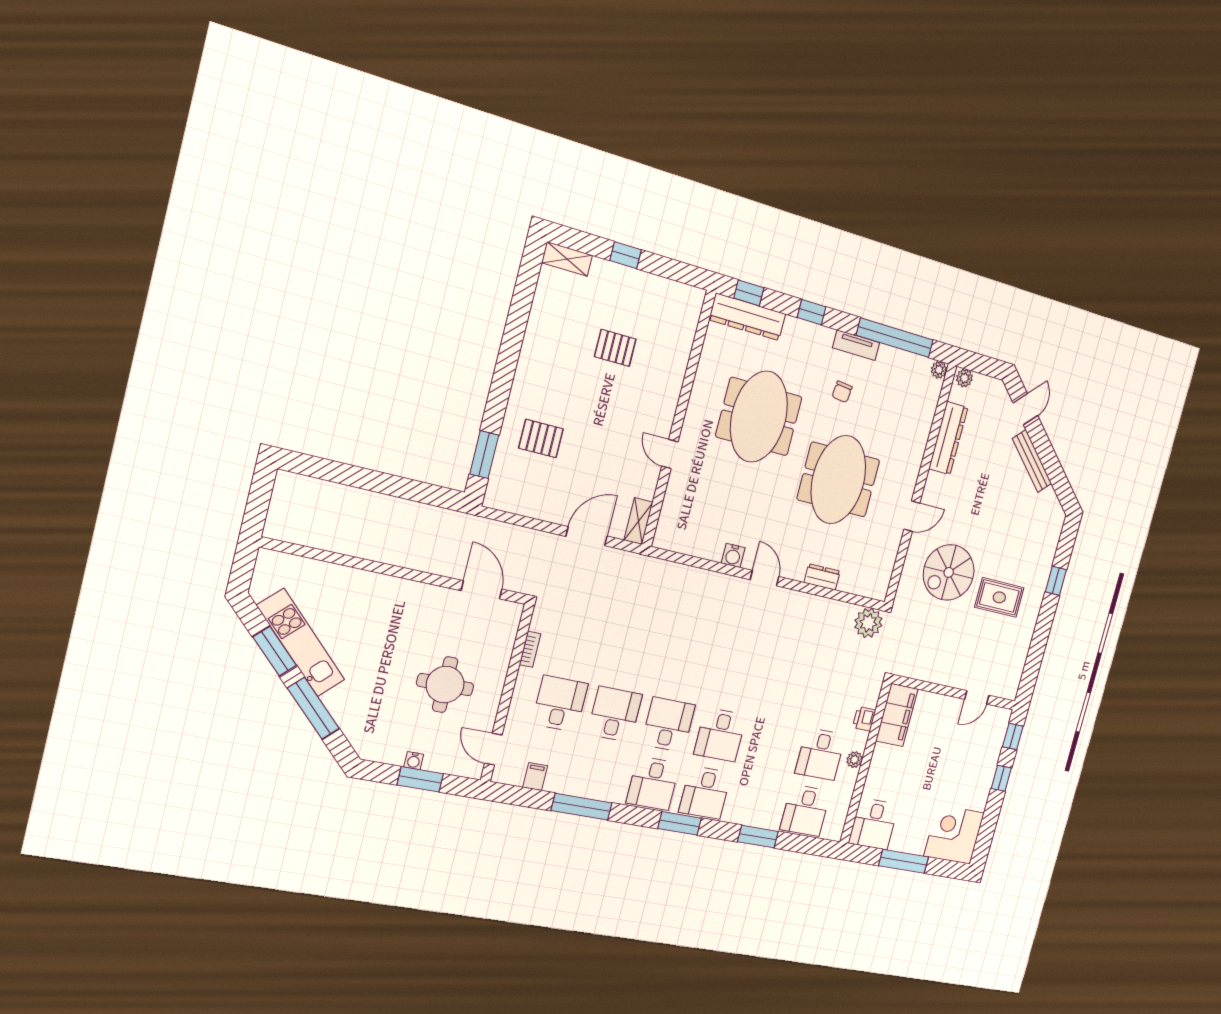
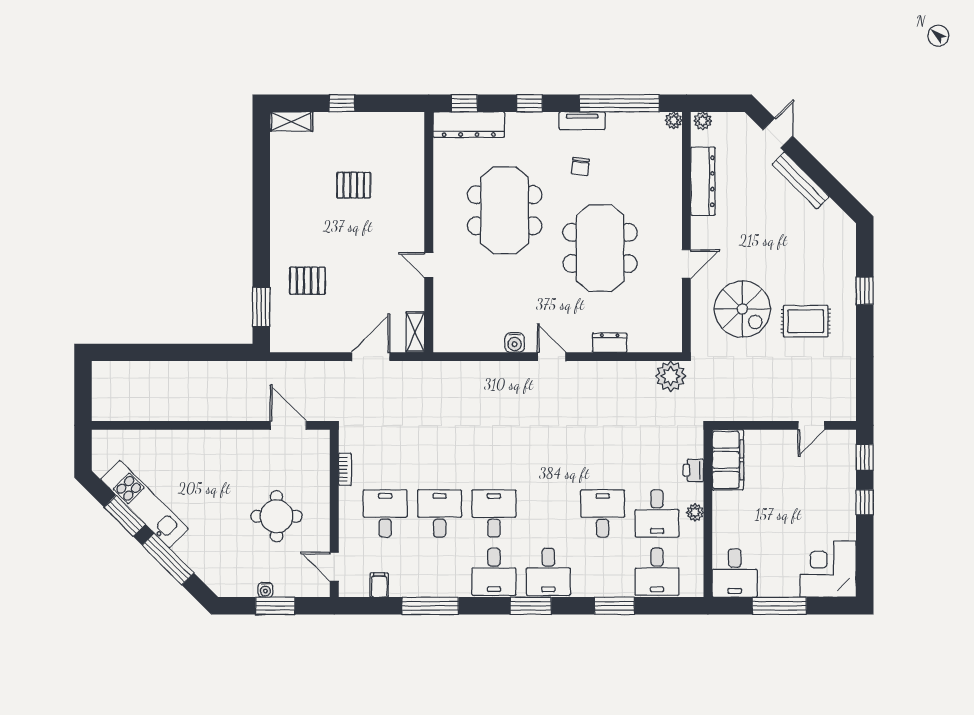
spiral stairs: (949, 572) -> (742, 309), turned -90
desk: (720, 735) -> (603, 513), moved, turned 180

